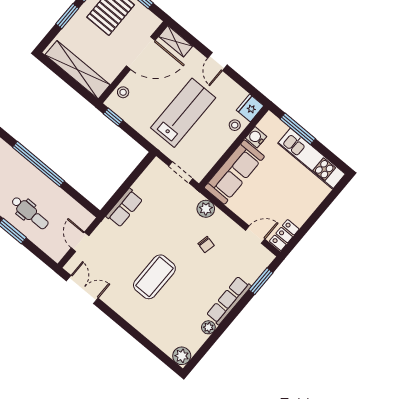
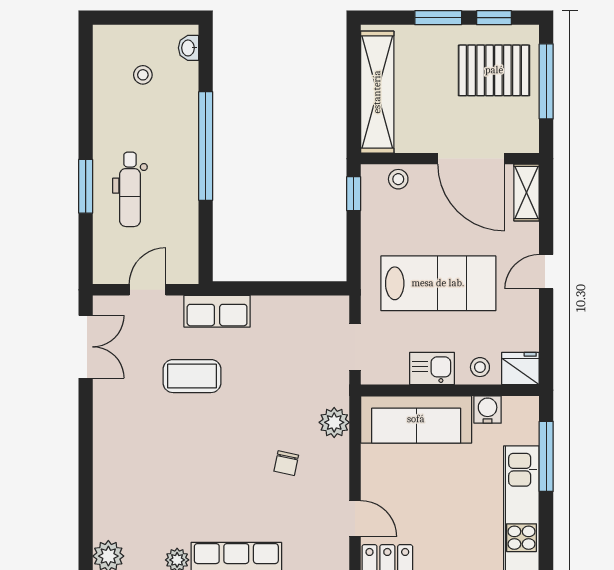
kitchen sink: (218, 147) -> (432, 369), added
row of seats: (124, 208) -> (217, 311), moved
coffee table: (154, 277) -> (192, 376), moved, width x0.73, depth x0.76

